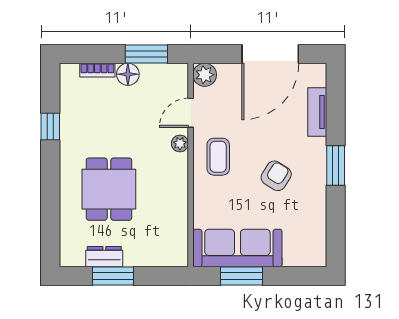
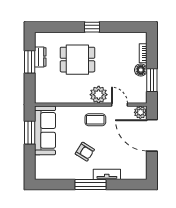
door: (270, 54) -> (152, 135), moved
tv unit: (317, 112) -> (107, 174), moved
window: (50, 127) -> (92, 27), moved
plant: (180, 143) -> (99, 95), width x1.87, depth x1.87
window: (336, 165) -> (90, 185), width x1.44

